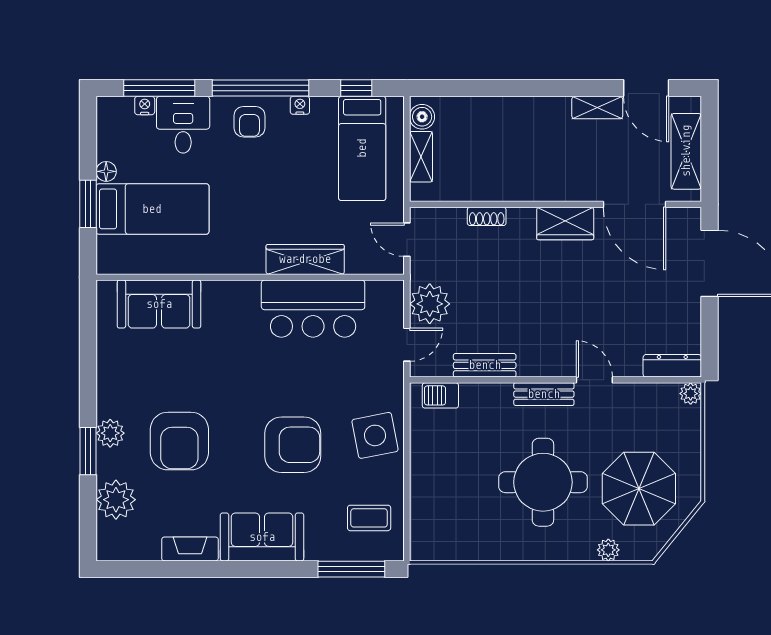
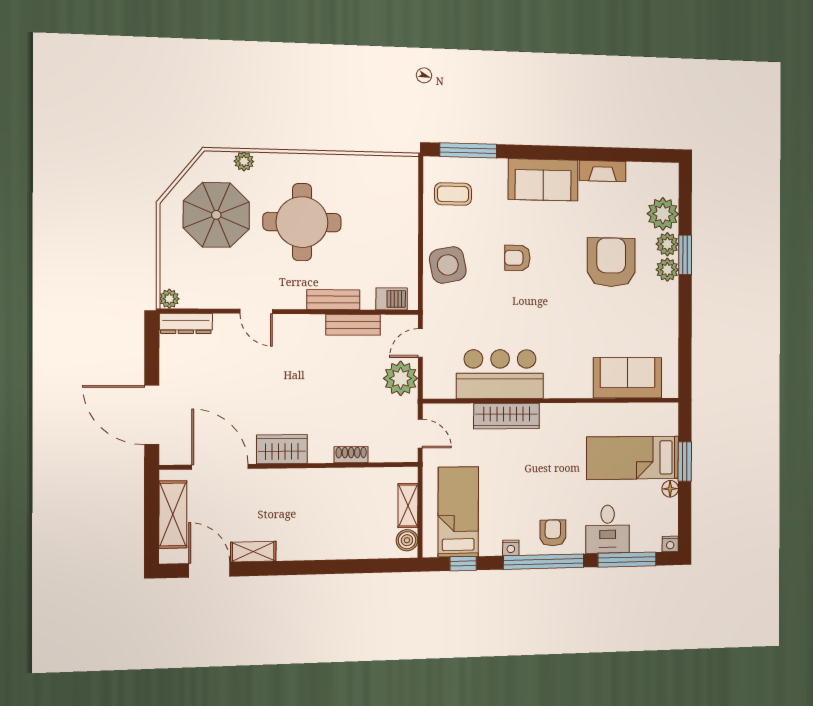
nightstand: (145, 106) -> (670, 544), moved
bench: (544, 394) -> (333, 300), moved
armchair: (293, 445) -> (517, 258), width x0.53, depth x0.53
plant: (110, 464) -> (667, 244), added

